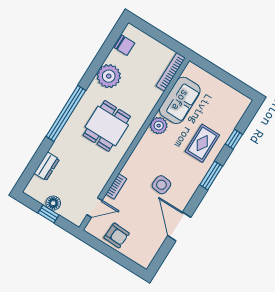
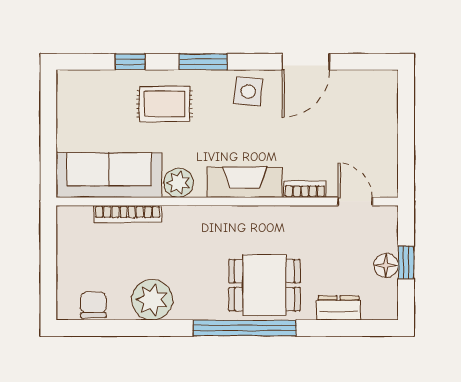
bookcase: (171, 72) -> (128, 214), moved
sofa: (180, 100) -> (109, 175), width x1.36
dining table: (107, 126) -> (264, 285), moved
fireplace: (138, 159) -> (245, 182), added
side table: (161, 185) -> (248, 91), moved
armchair: (117, 235) -> (375, 144), removed

